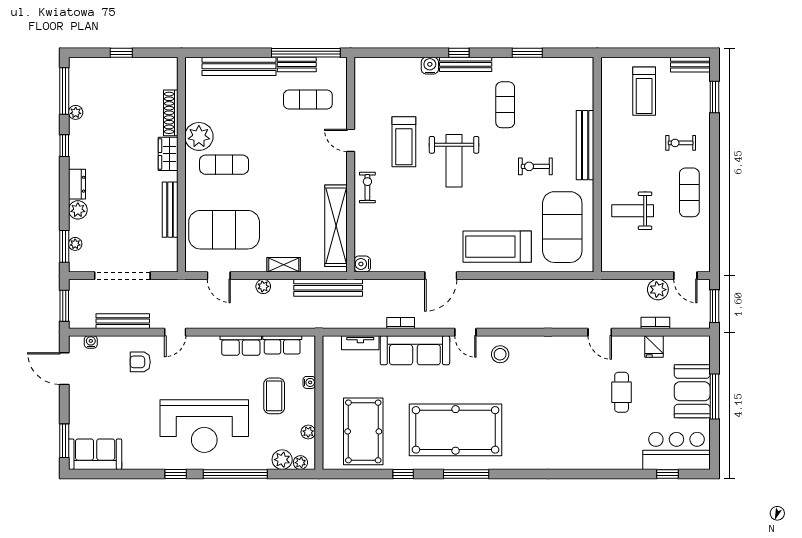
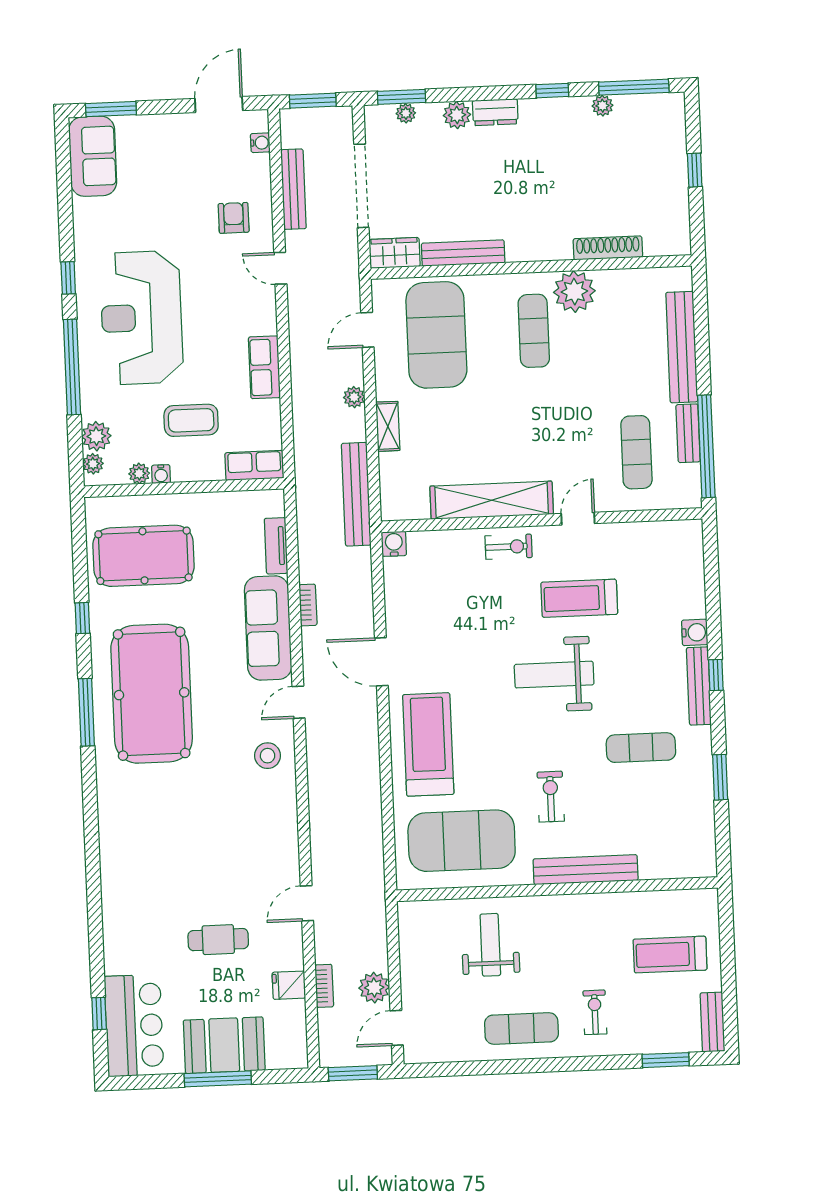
wardrobe: (168, 154) -> (395, 253), moved
shelving: (336, 226) -> (492, 500), moved
row of seats: (282, 345) -> (254, 465), moved, turned 90
water cooler: (309, 382) -> (161, 474), moved

